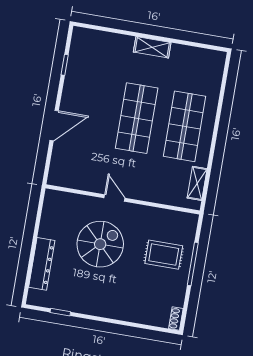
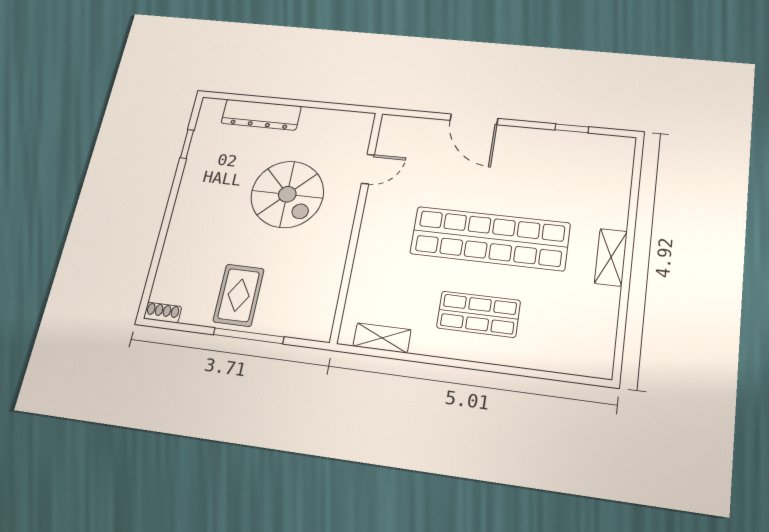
shop shelf: (137, 118) -> (490, 238), width x1.40
shop shelf: (185, 126) -> (478, 314), width x0.70, depth x0.74
door: (114, 198) -> (368, 169), moved
rug: (164, 255) -> (239, 295), moved

